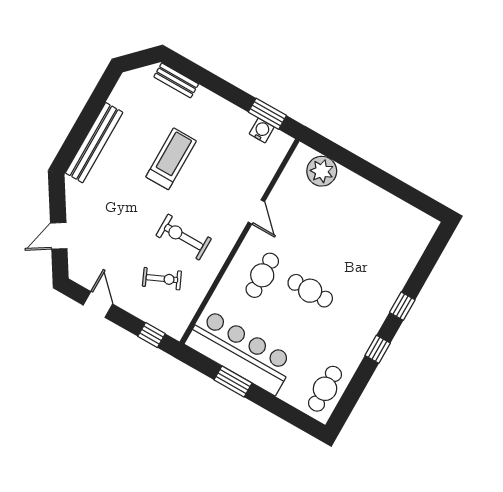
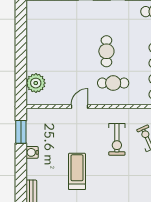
water cooler: (262, 130) -> (32, 152), moved
treadmill: (171, 159) -> (77, 171), turned 90

